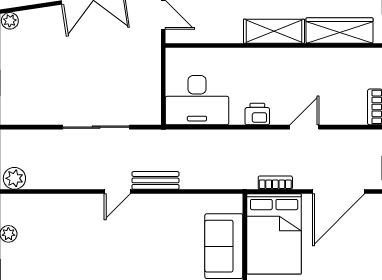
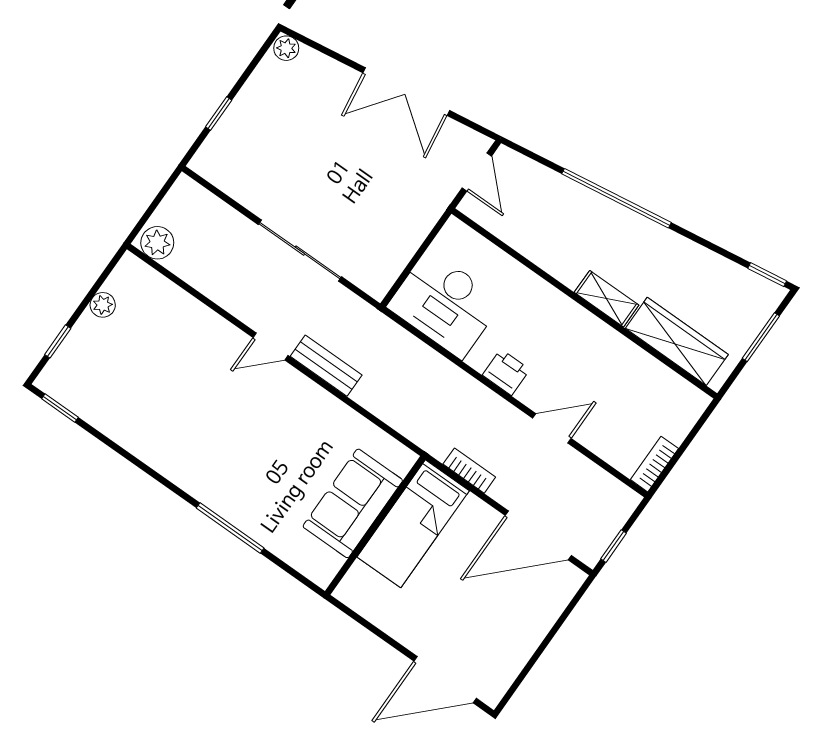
shelving: (274, 31) -> (607, 299), width x0.67, depth x0.75
bed: (274, 234) -> (413, 524), width x0.67

